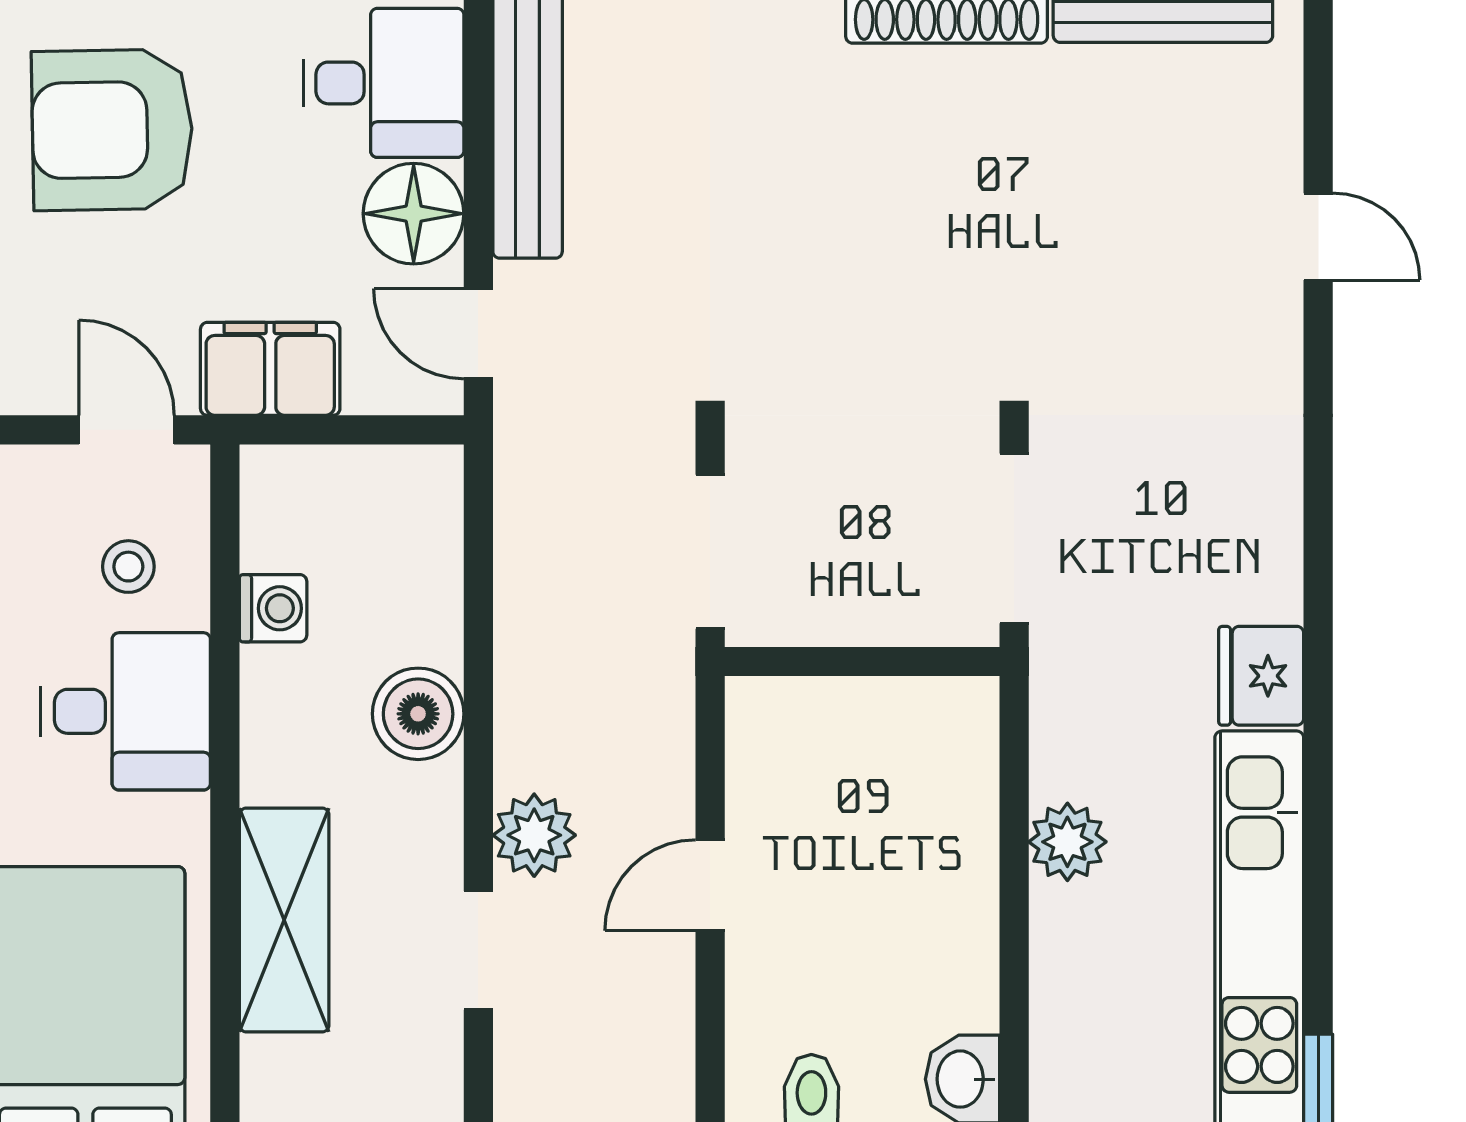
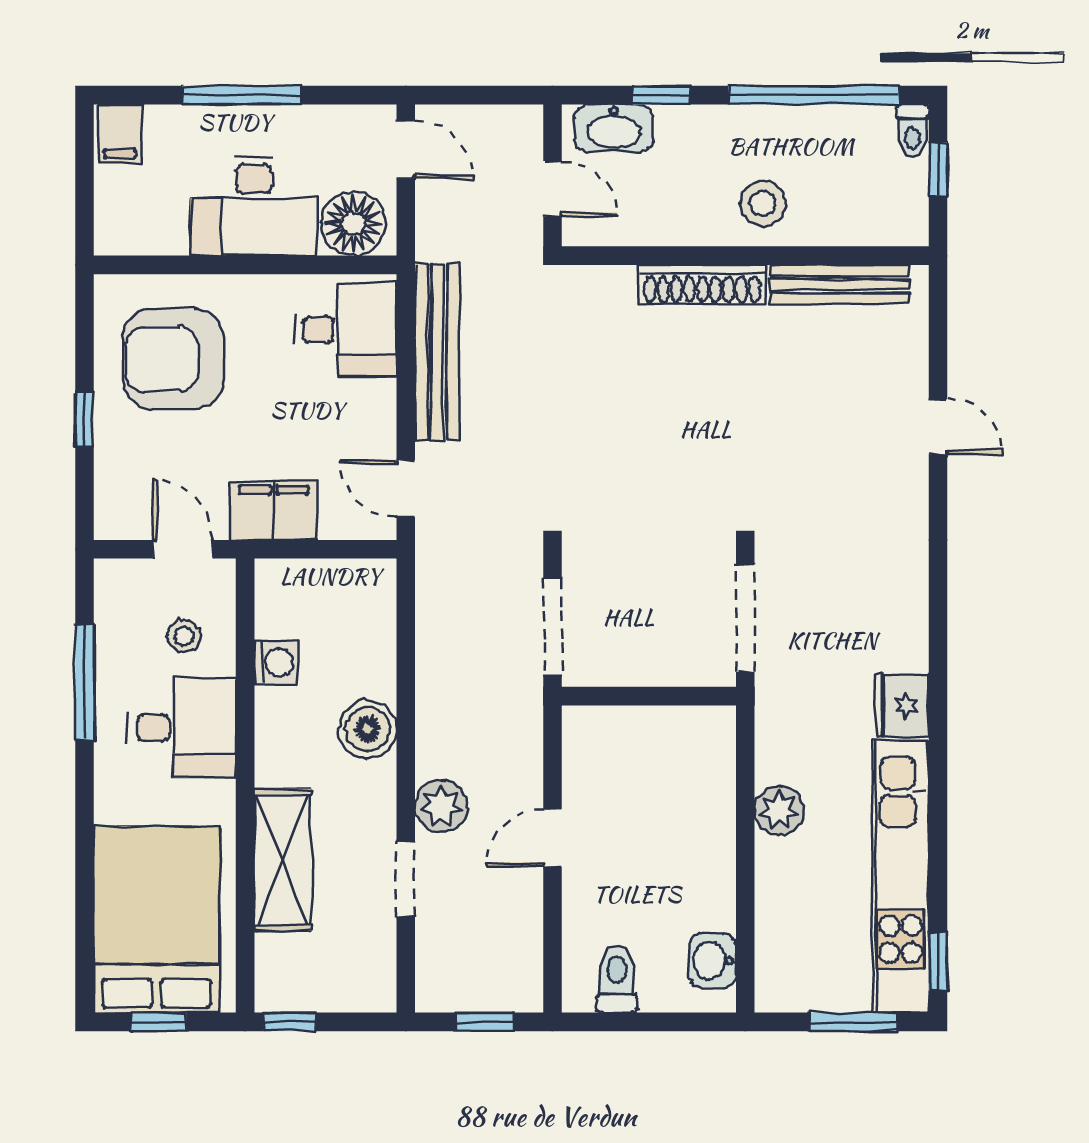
floor lamp: (414, 214) -> (365, 412), removed

